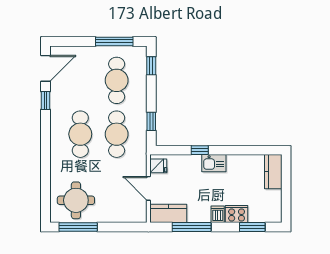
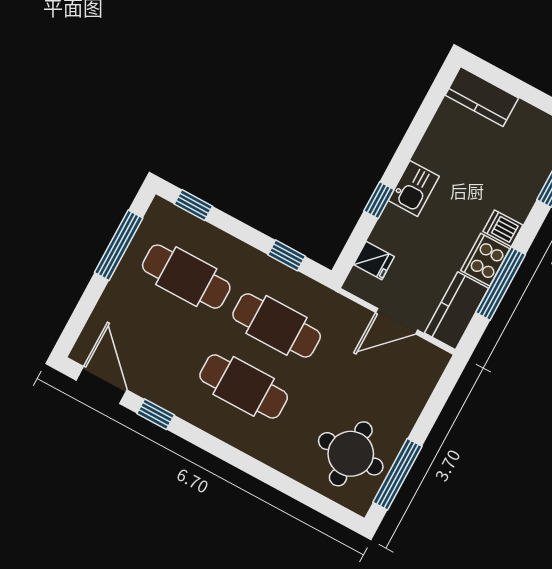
fridge: (158, 166) -> (374, 261), moved, turned 90
cooker: (237, 214) -> (485, 260), moved

